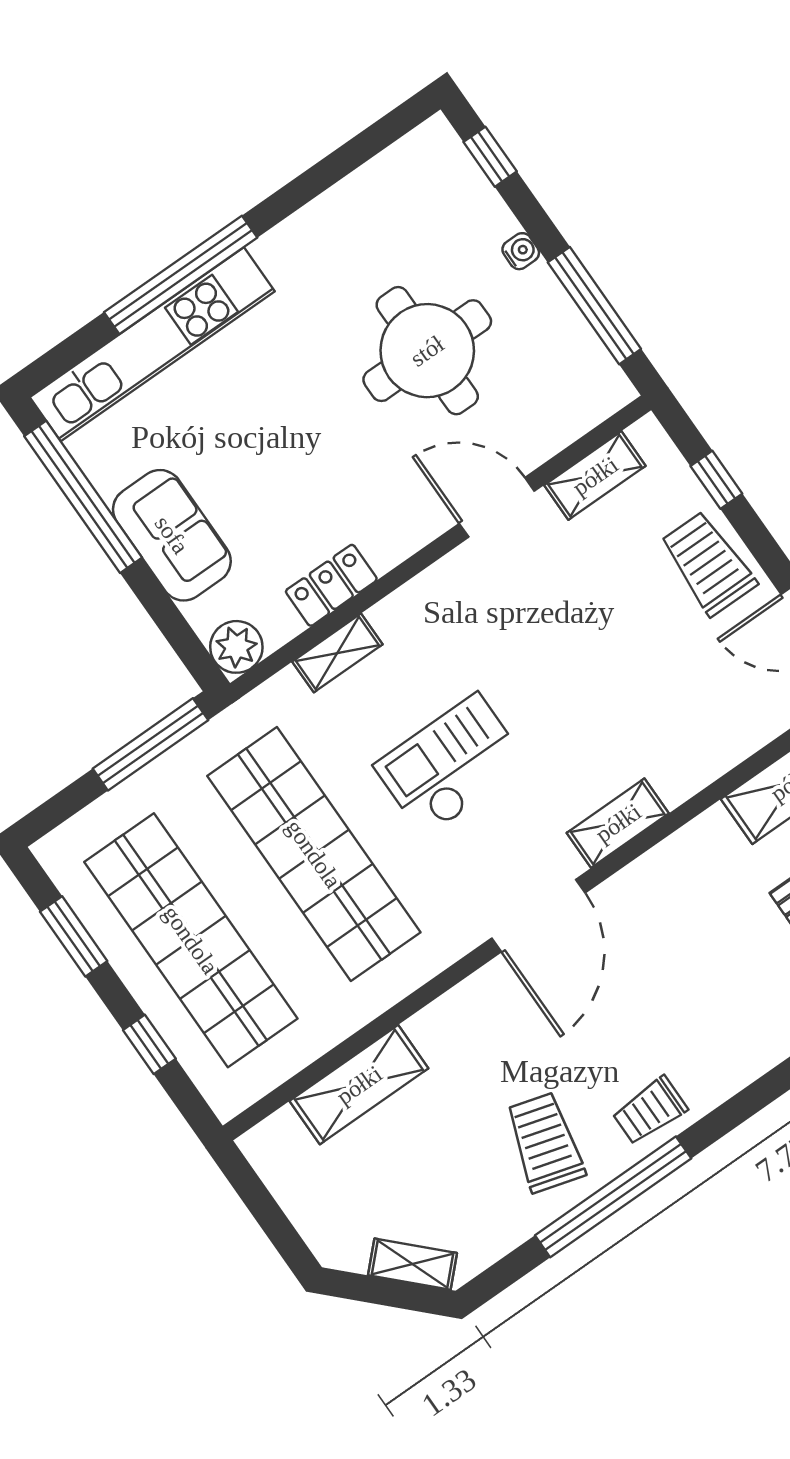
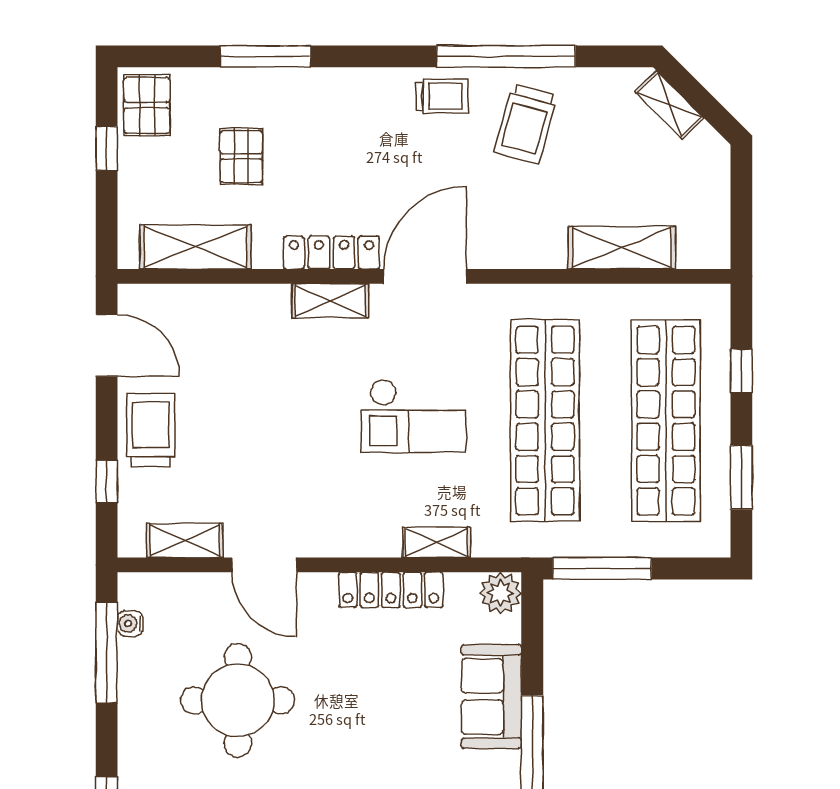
water cooler: (521, 251) -> (130, 623), moved
trolley: (708, 563) -> (151, 430), turned 180
locker: (331, 585) -> (391, 590), width x1.53
locker: (651, 873) -> (331, 253), added

